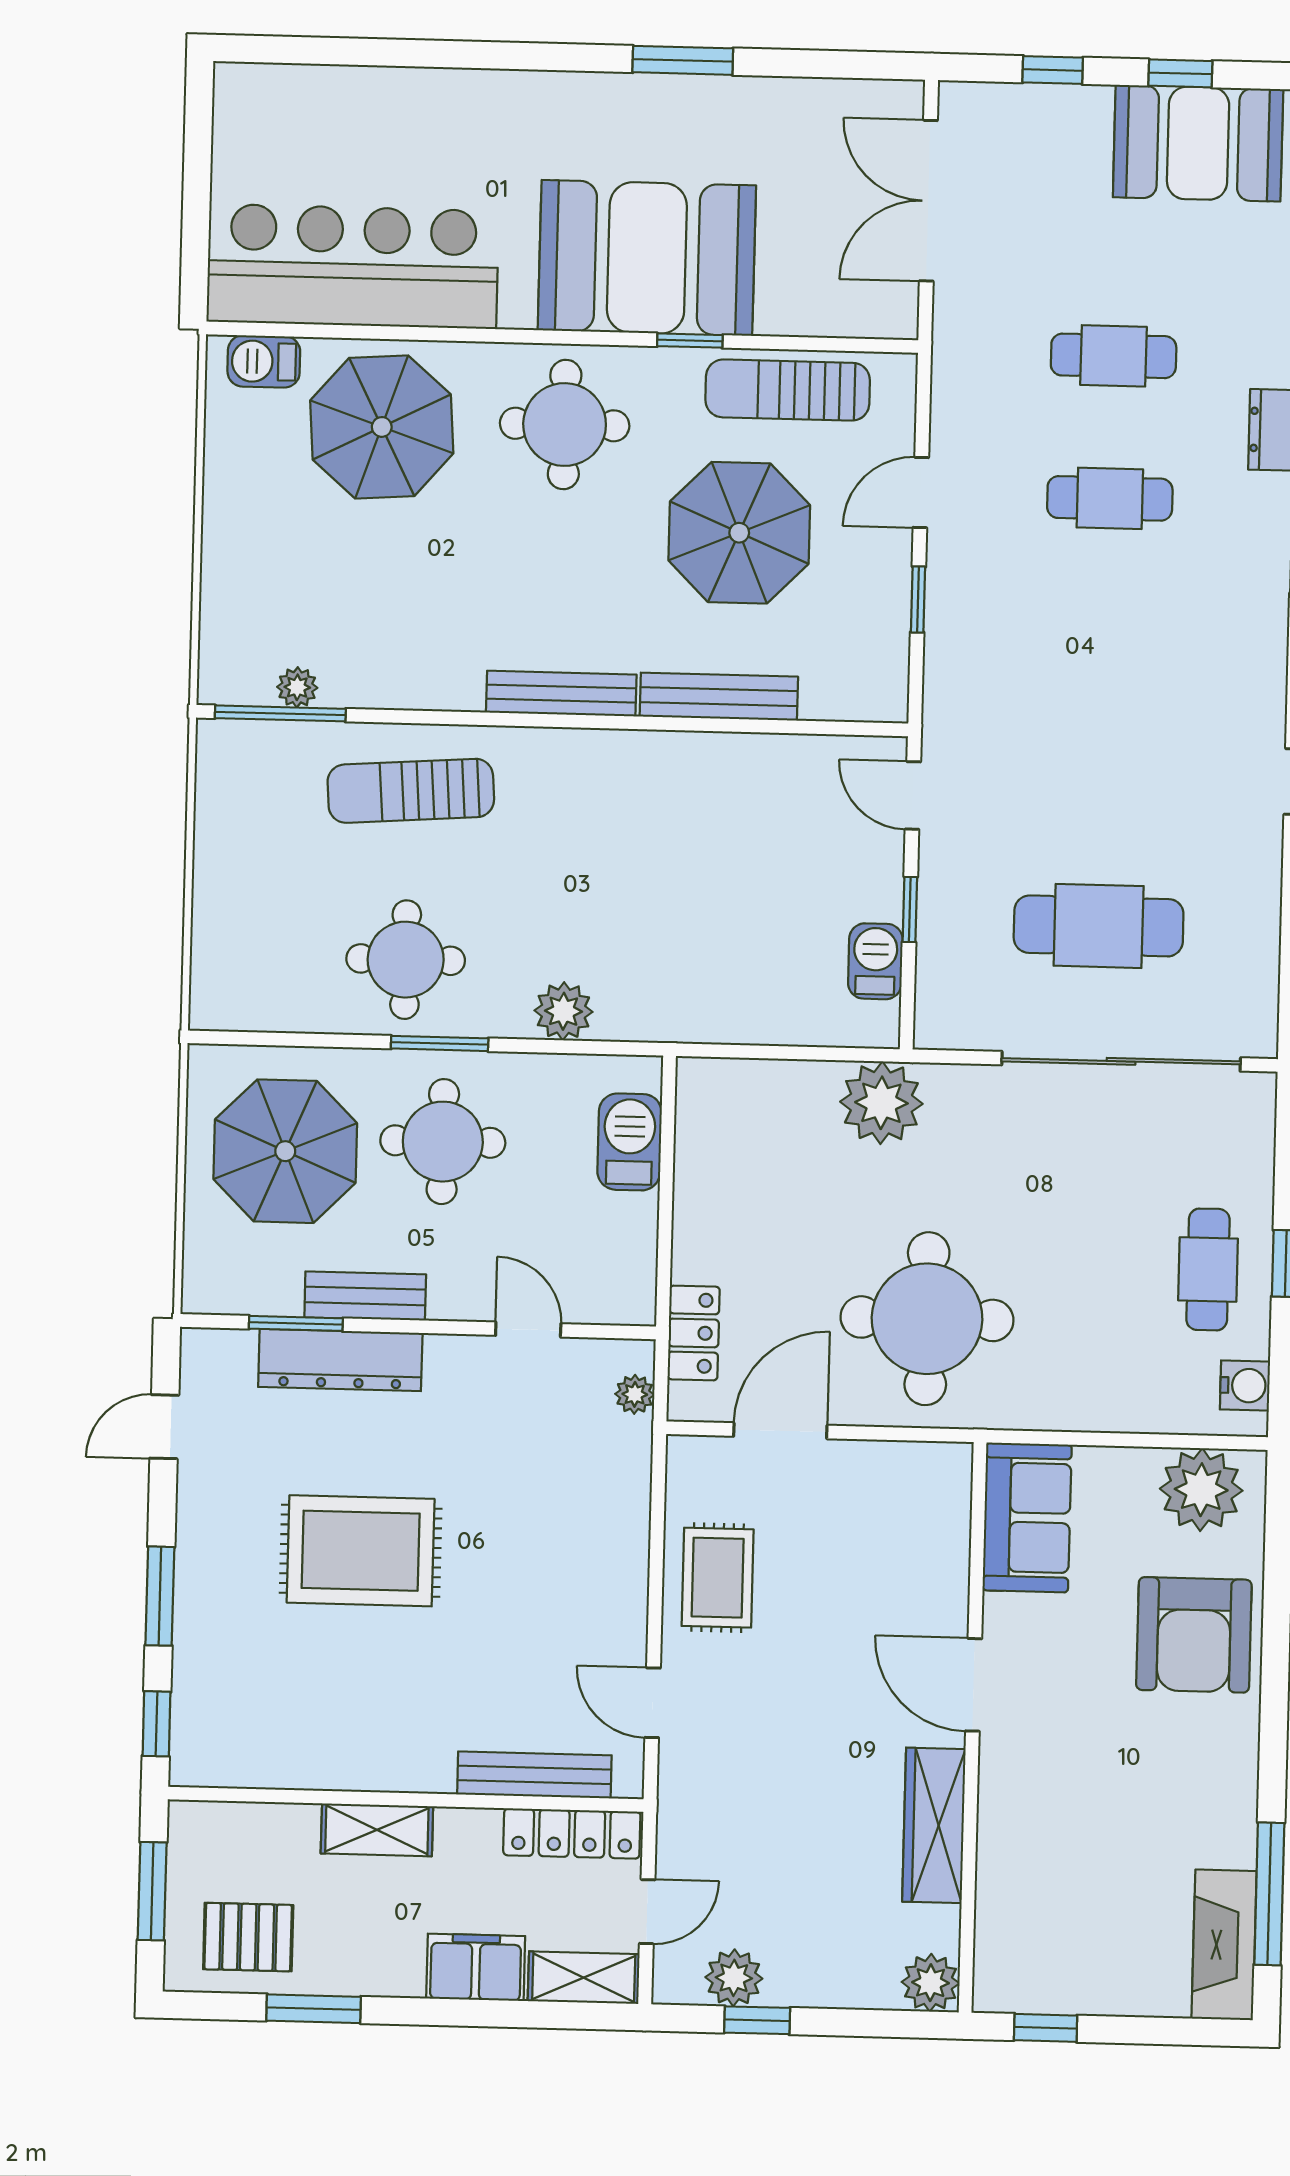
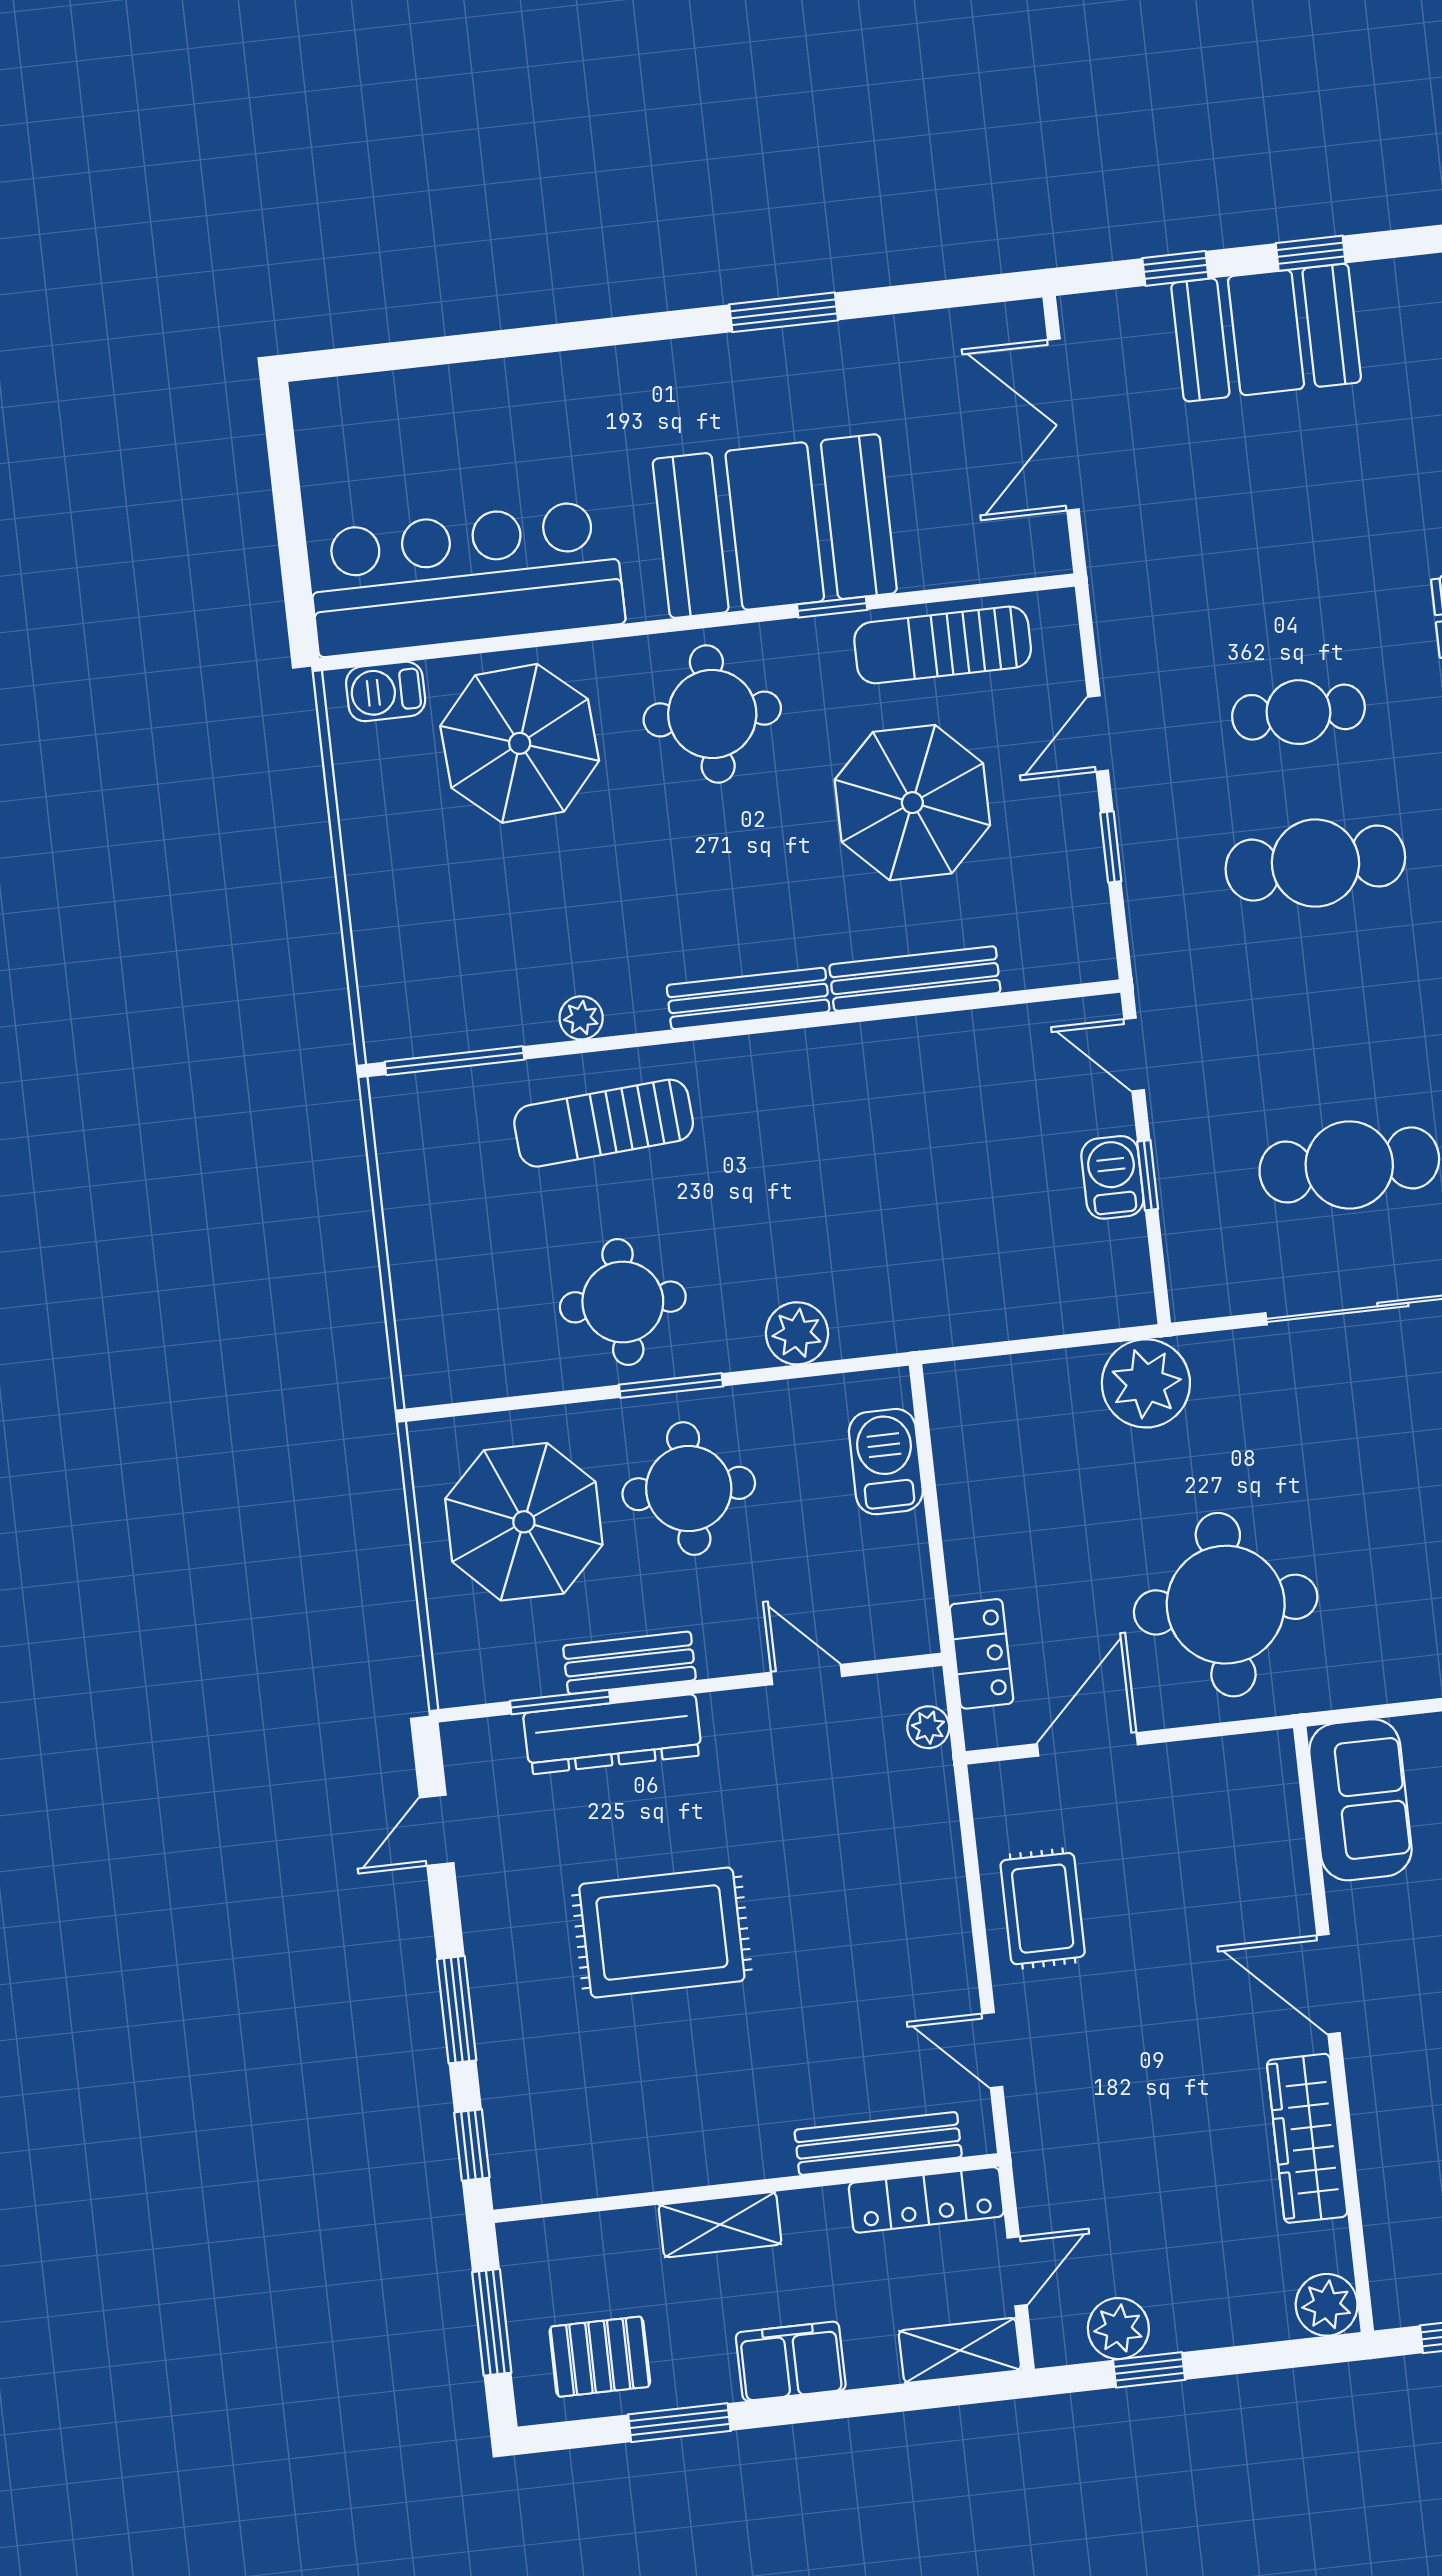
booth: (1198, 143) -> (1266, 333), moved
cafe table: (1114, 356) -> (1315, 863), moved, width x1.37, depth x1.35
plant: (297, 687) -> (581, 1018), moved
barbecue: (875, 961) -> (1112, 1177), moved
filing cabinet: (476, 1967) -> (791, 2361), moved

